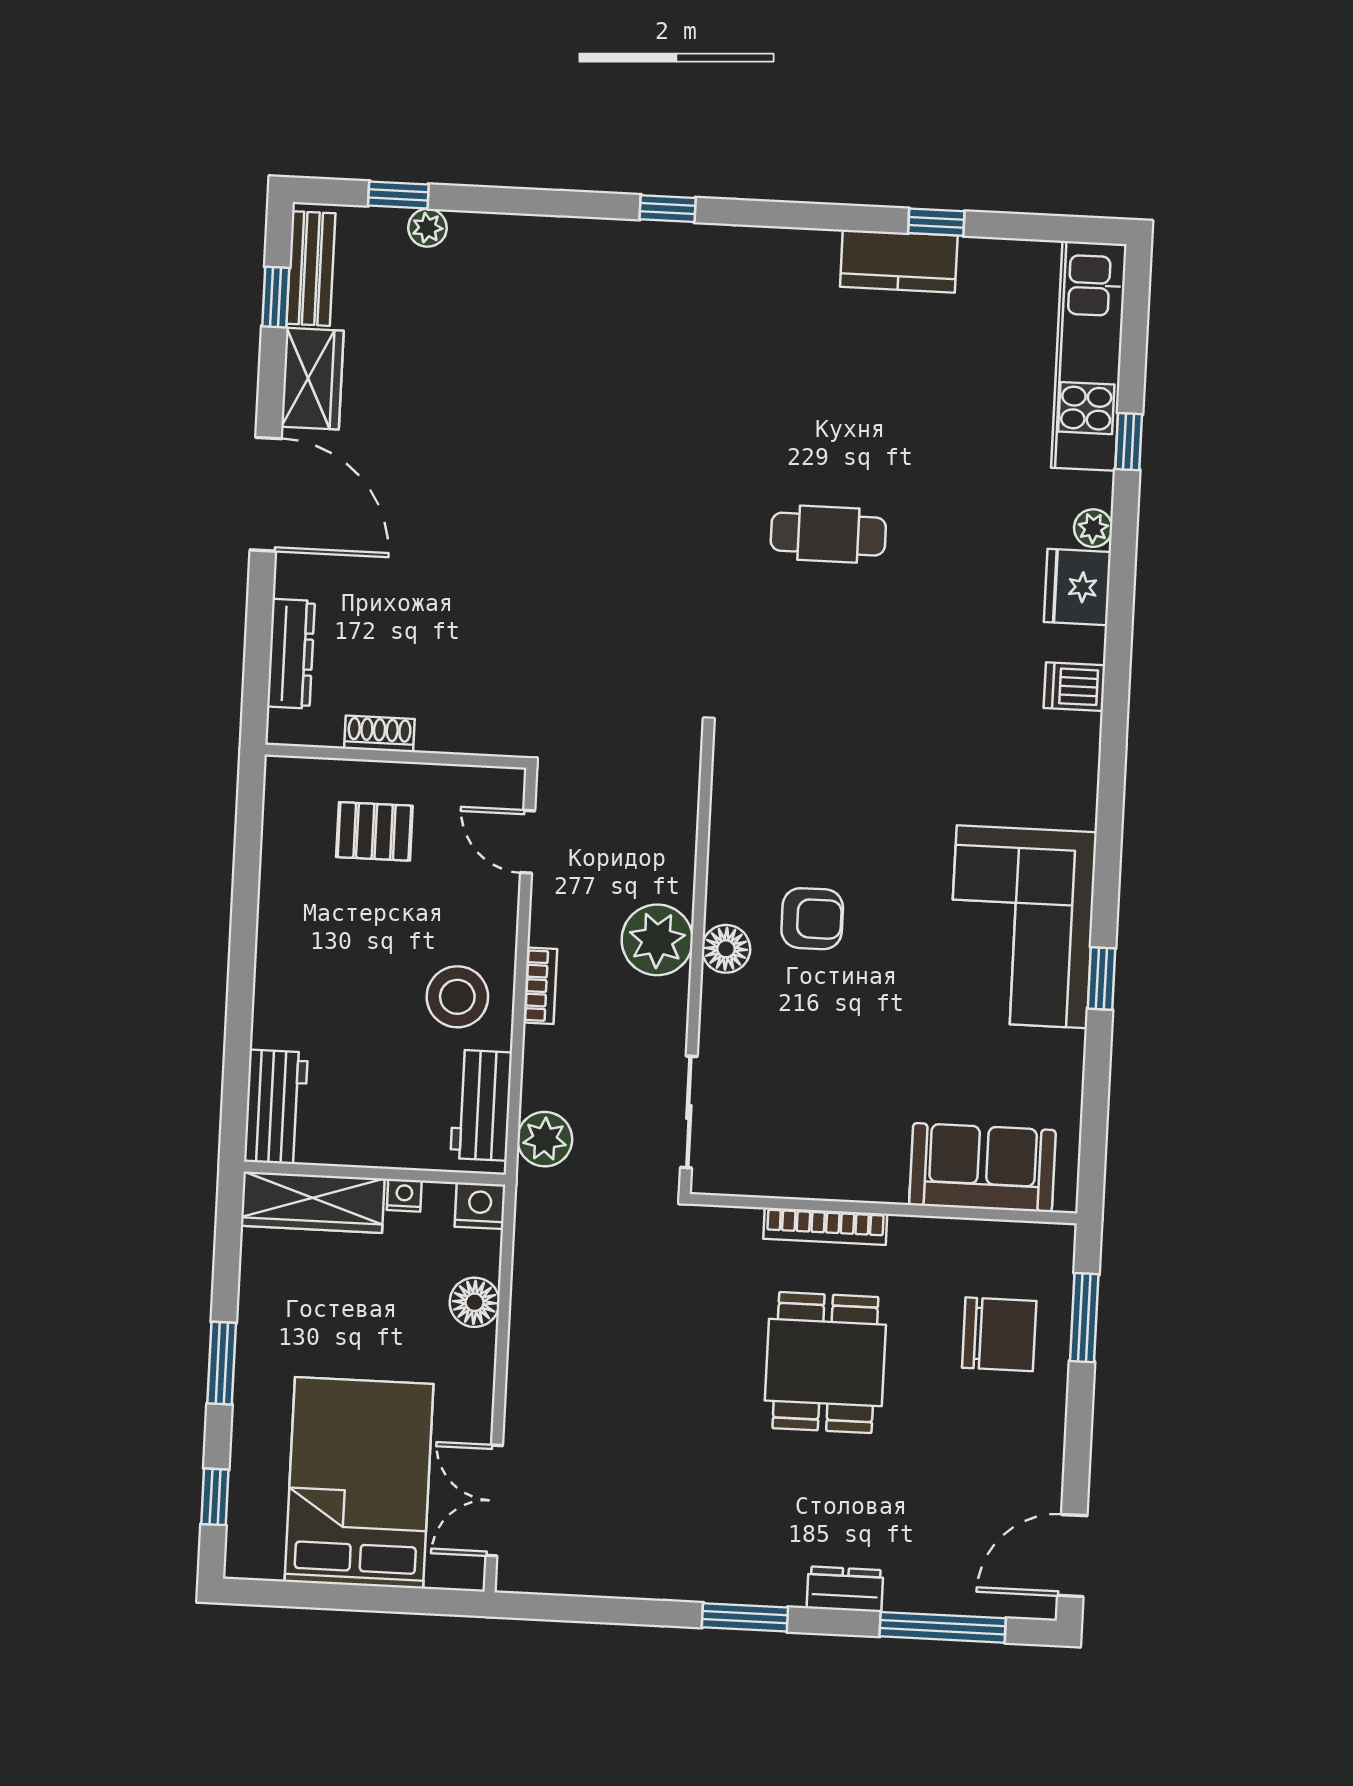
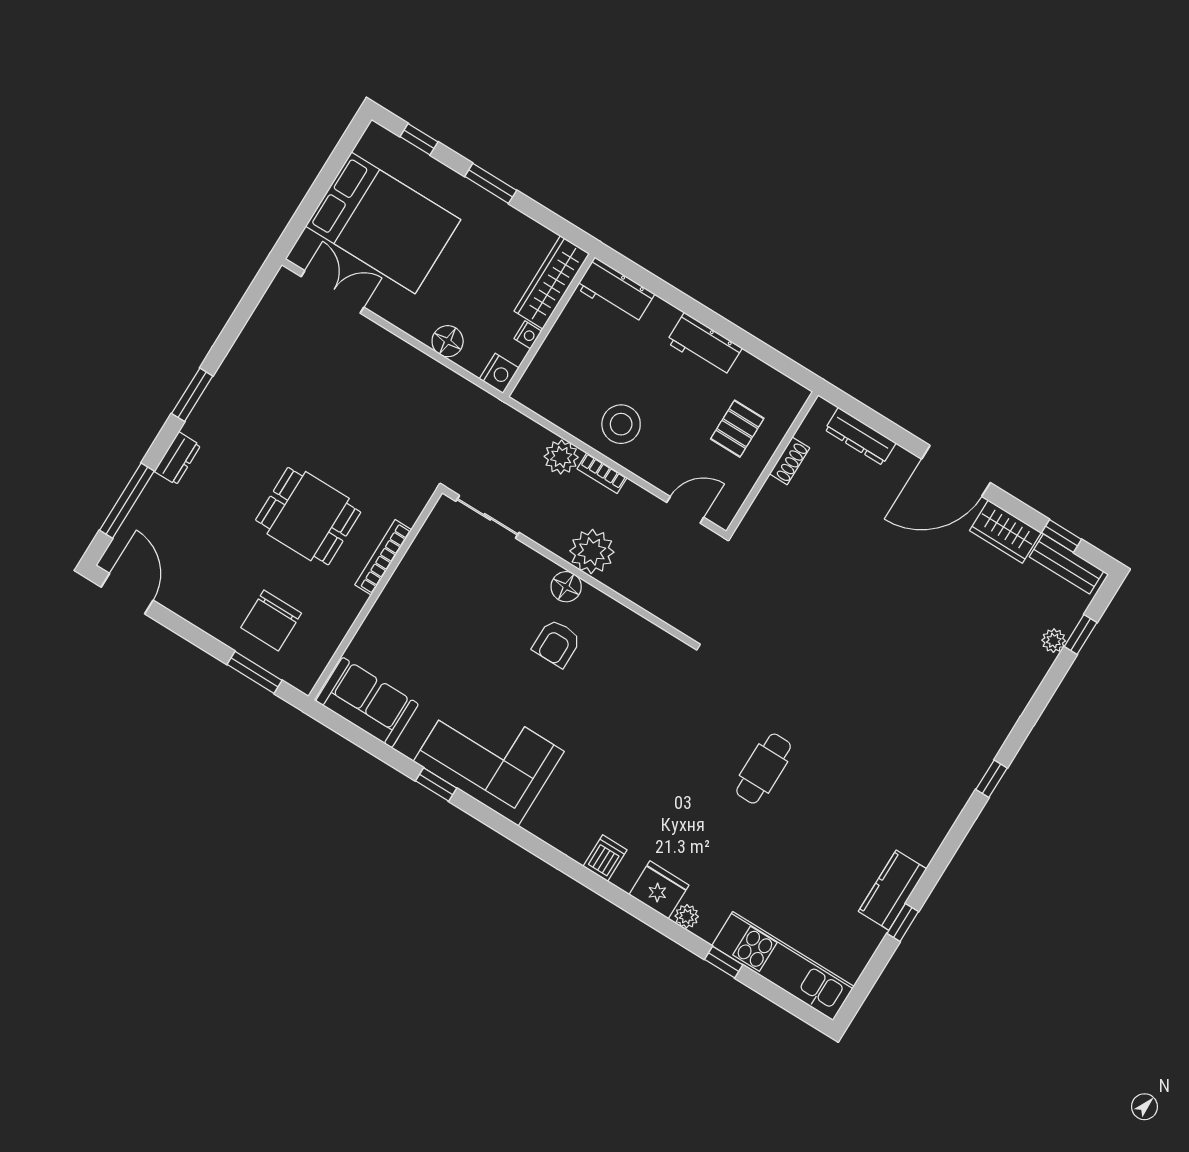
workbench: (481, 1105) -> (704, 345), moved, turned 180
plant: (545, 1139) -> (561, 457), moved
sofa: (982, 1168) -> (367, 702), moved, turned -90

